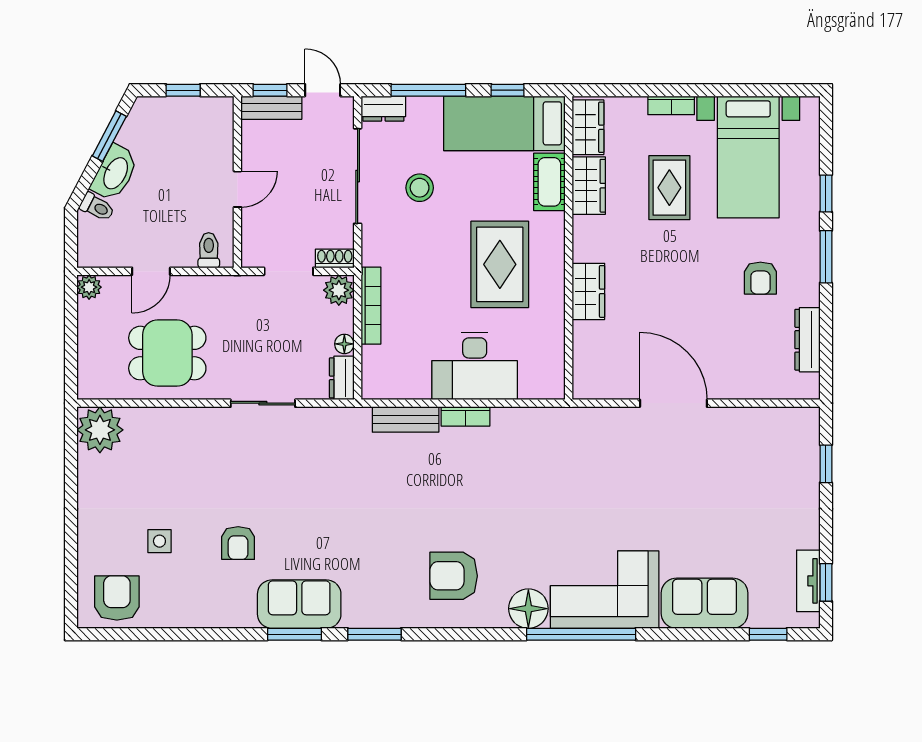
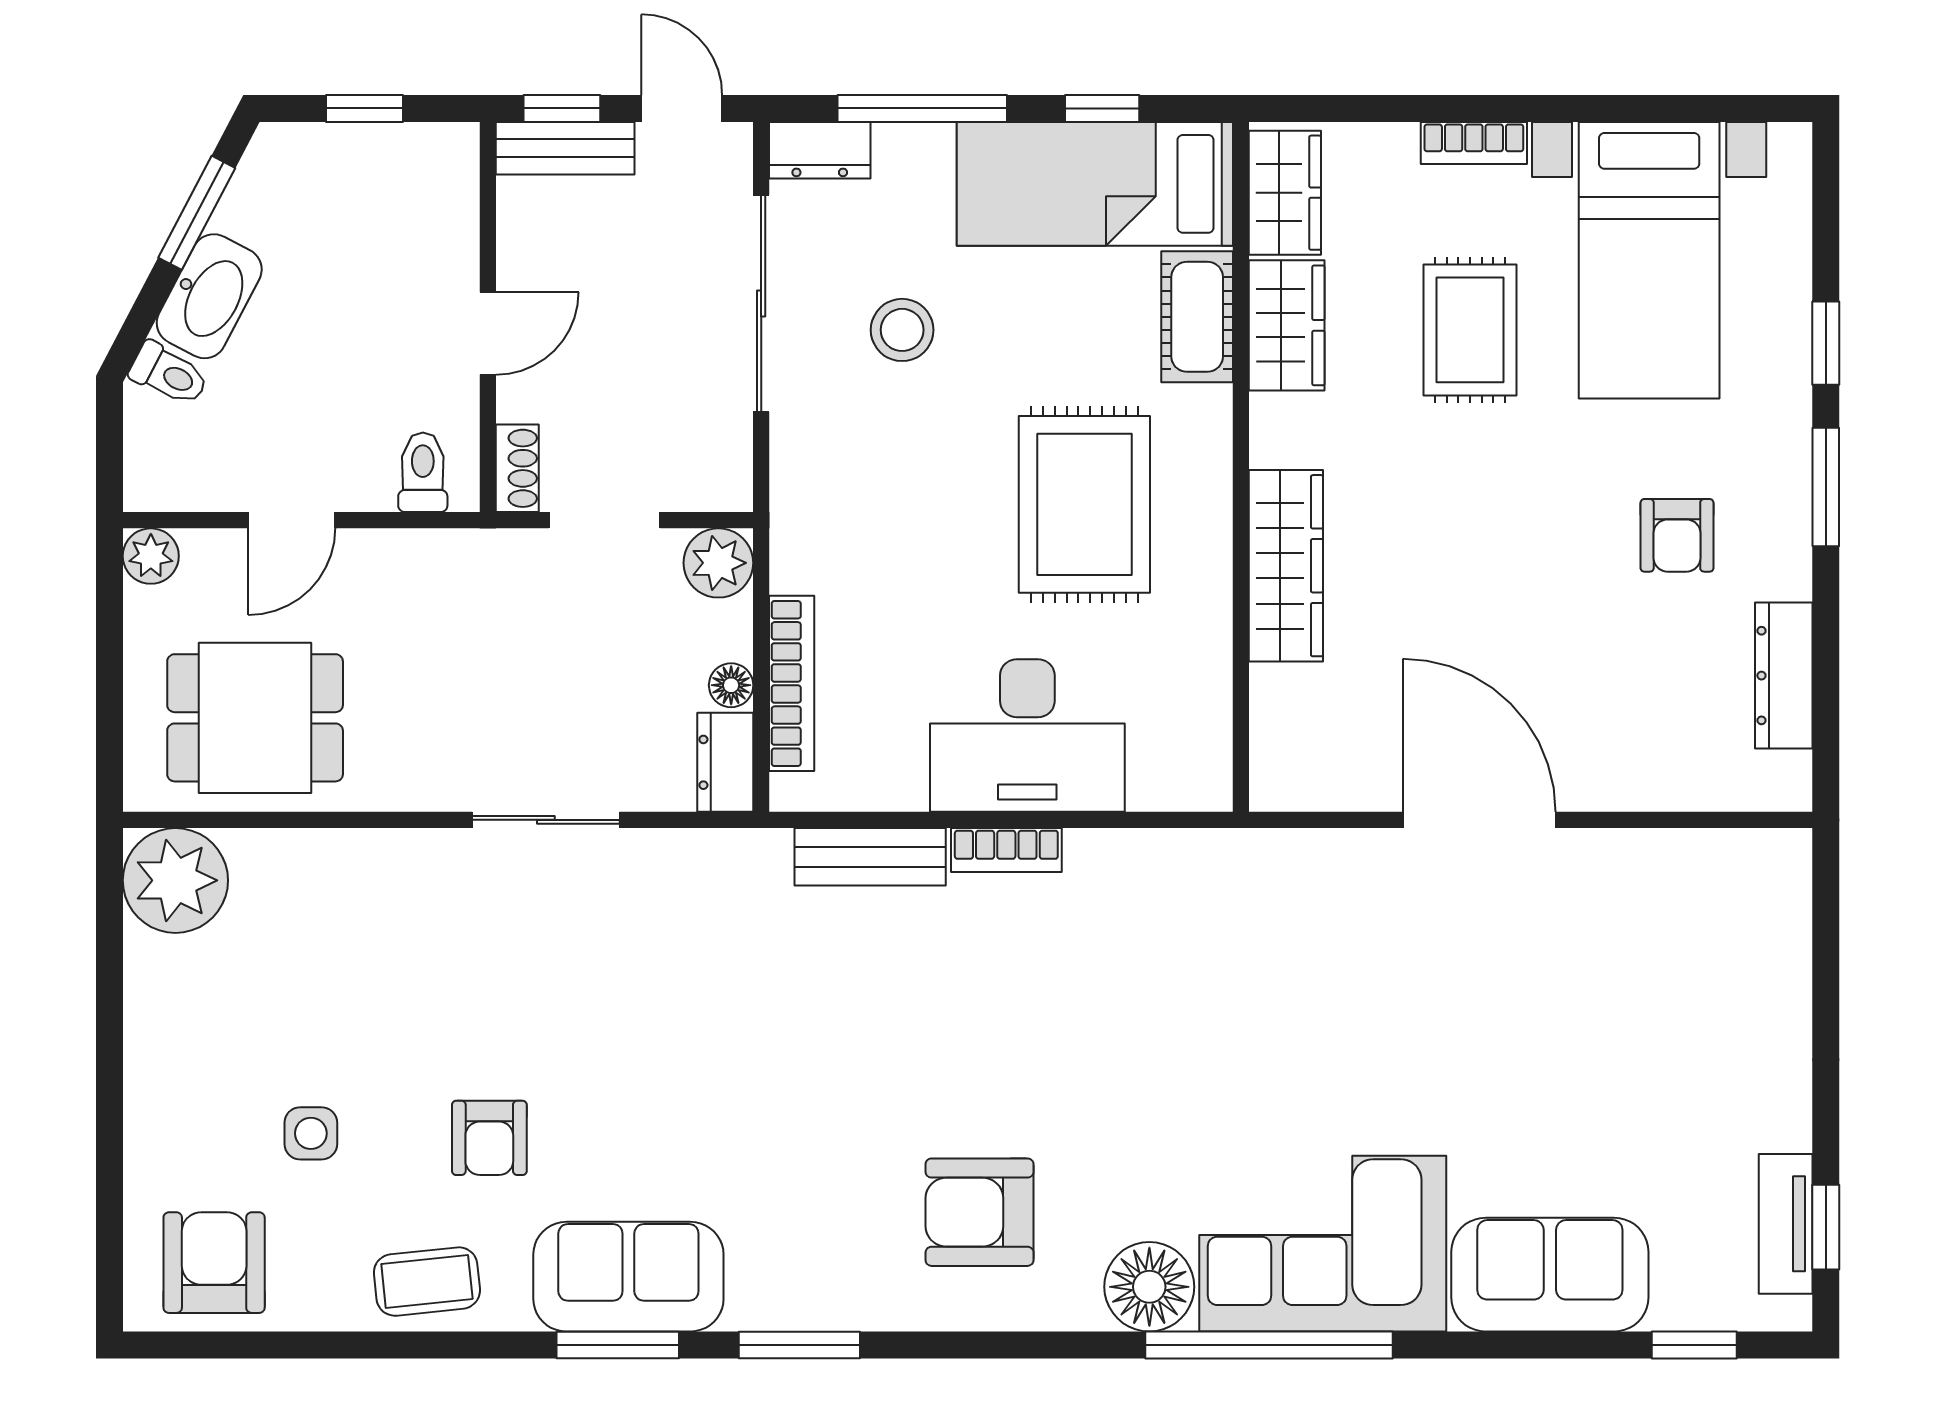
shoe rack: (335, 258) -> (517, 468), moved, turned 90
wardrobe: (588, 291) -> (1286, 566), width x1.50
bookcase: (371, 306) -> (792, 683), moved
dining table: (167, 353) -> (255, 718), moved
window: (826, 464) -> (1826, 958), removed
coffee table: (211, 606) -> (427, 1282), added

